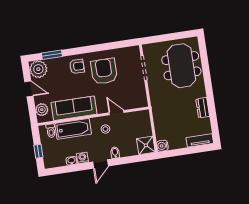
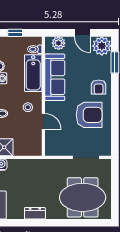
door: (29, 89) -> (82, 33), hinge flipped
door: (116, 113) -> (43, 121), hinge flipped

